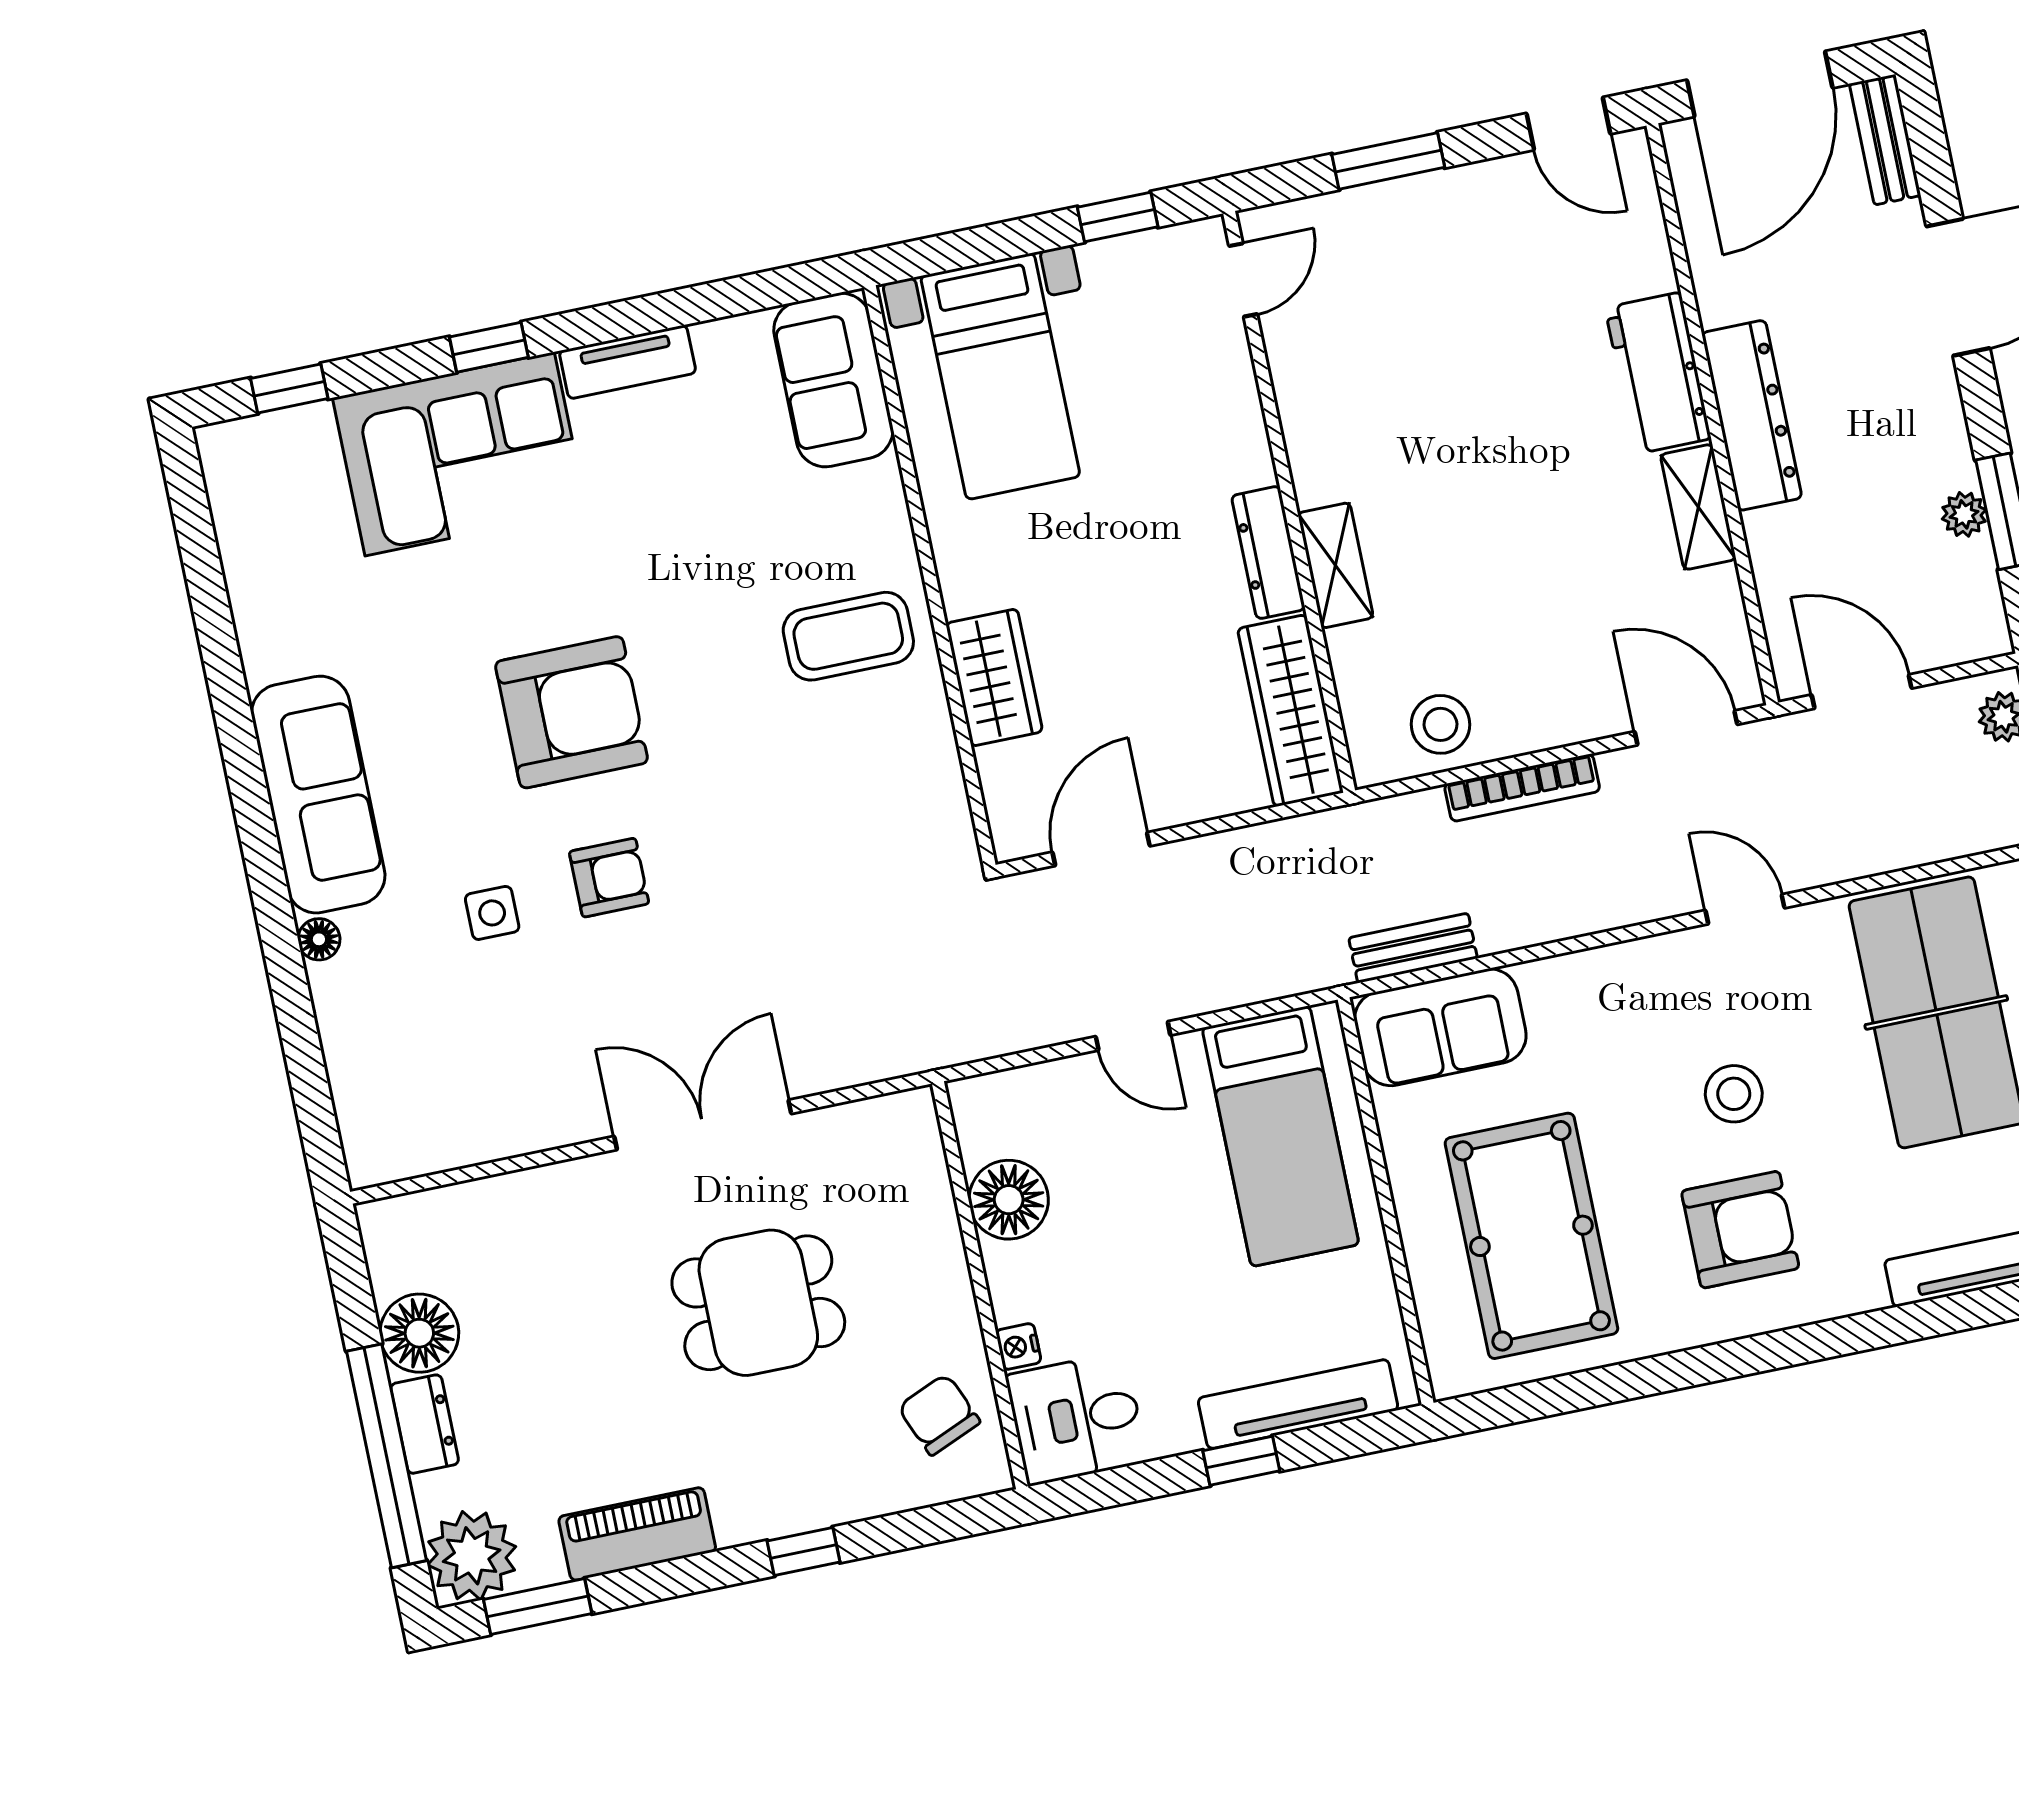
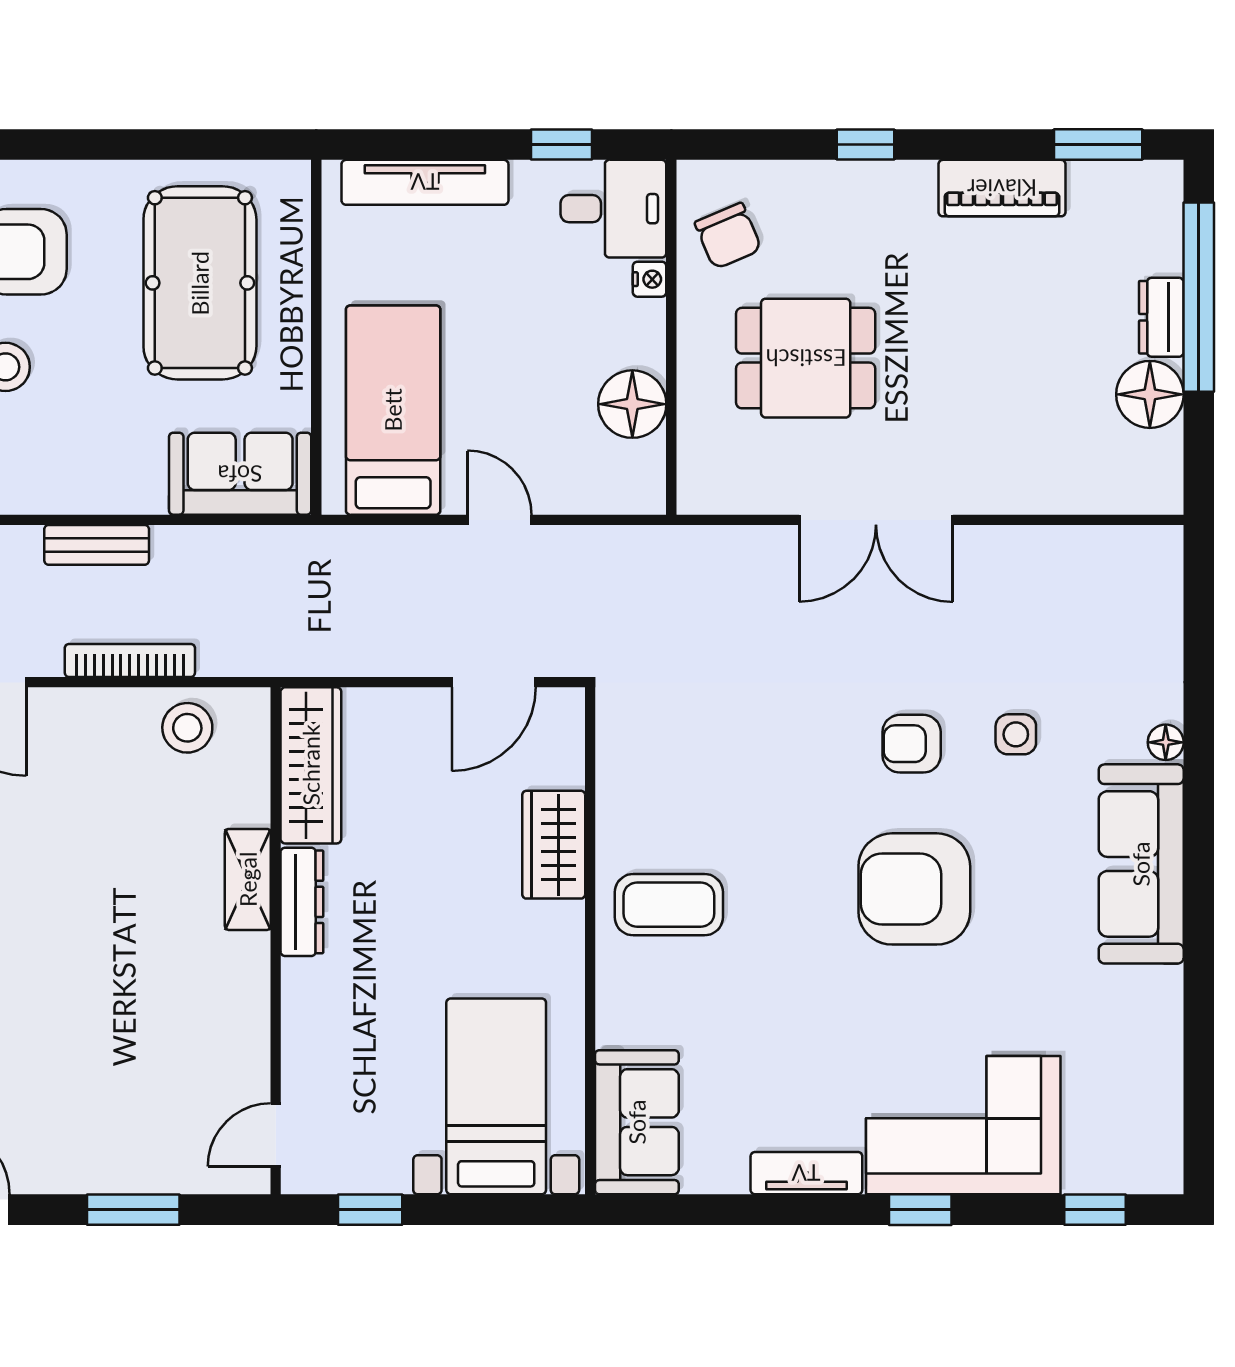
bench: (1413, 948) -> (97, 545), moved
dining table: (758, 1303) -> (806, 358), moved
window: (1241, 1461) -> (562, 145), moved
plant: (472, 1556) -> (1145, 199), removed

